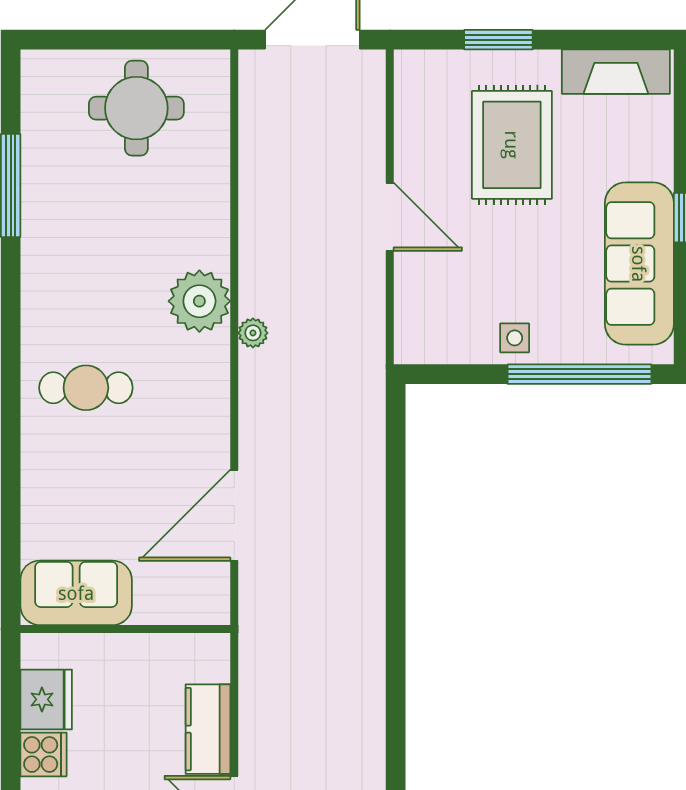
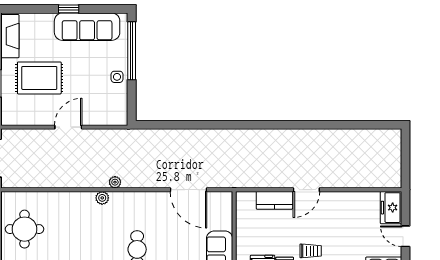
plant: (199, 301) -> (102, 198), width x0.53, depth x0.53

